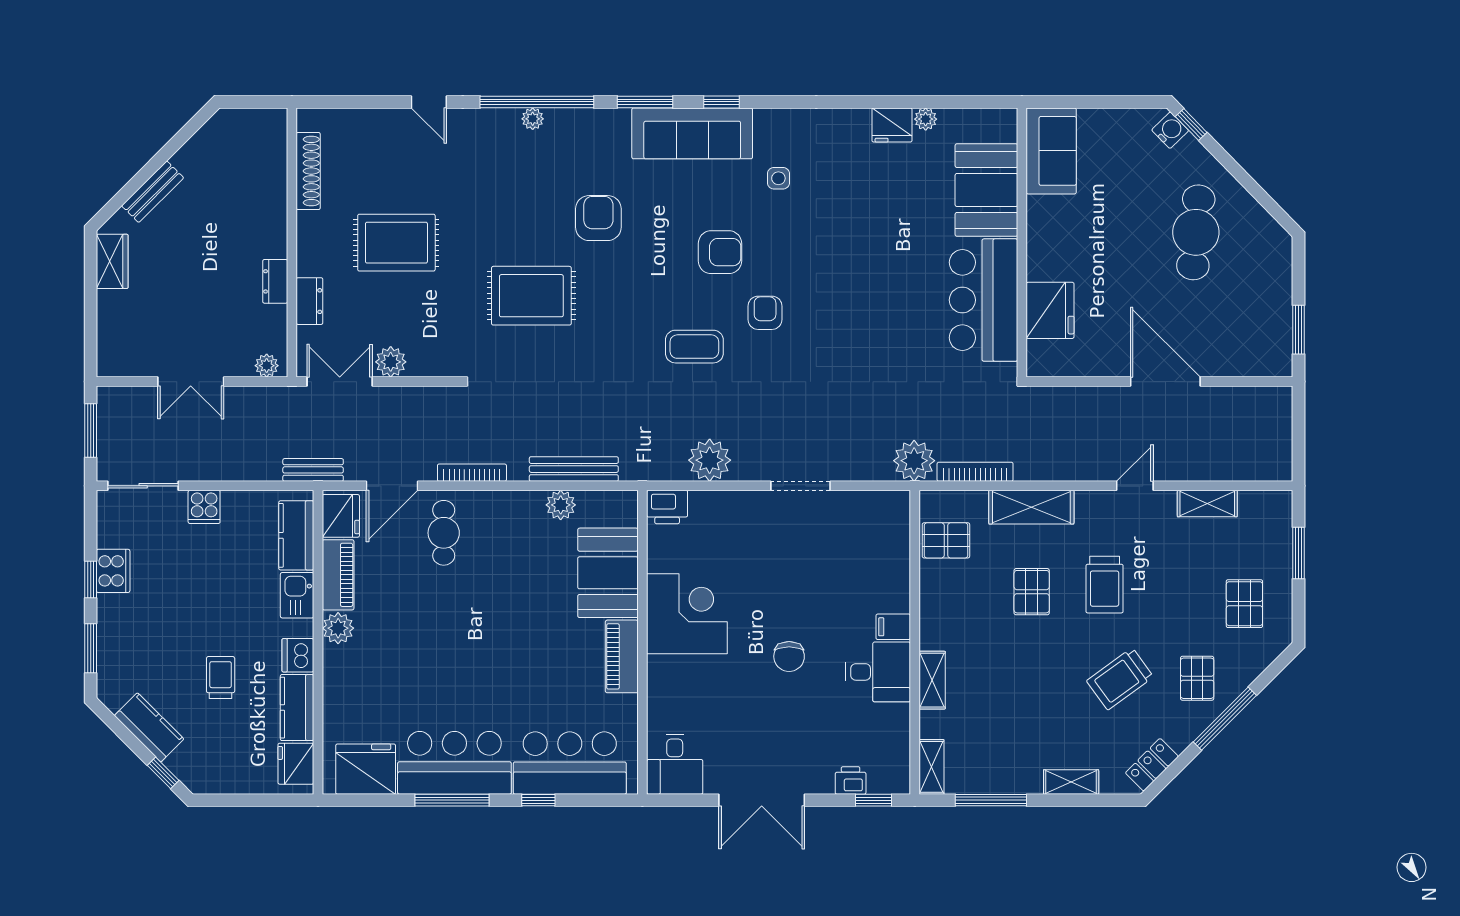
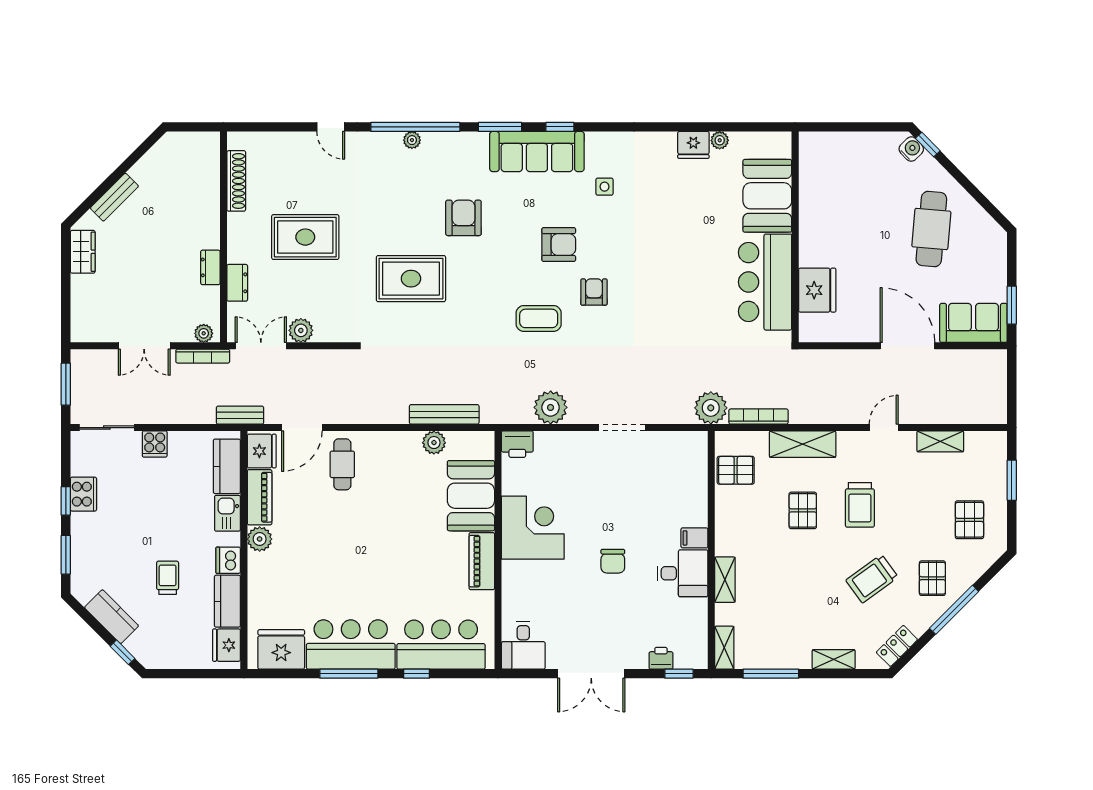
sofa: (1051, 151) -> (973, 323), moved, turned -90
bookcase: (472, 473) -> (203, 356), moved, turned 180

